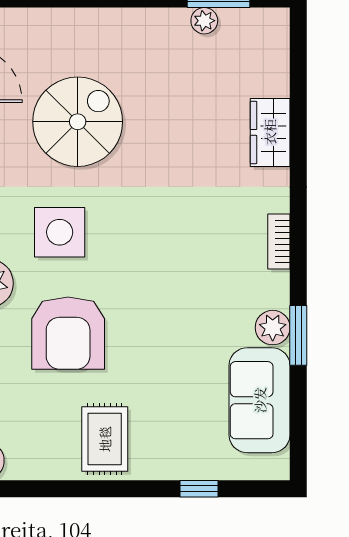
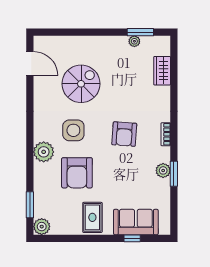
wardrobe: (270, 132) -> (162, 71), moved
armchair: (180, 241) -> (124, 134), added
sofa: (260, 400) -> (136, 222), moved, turned 90

